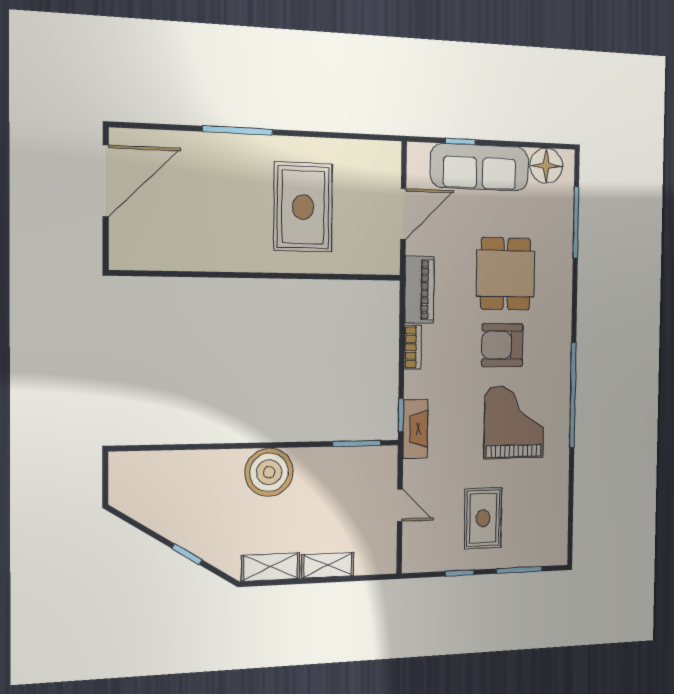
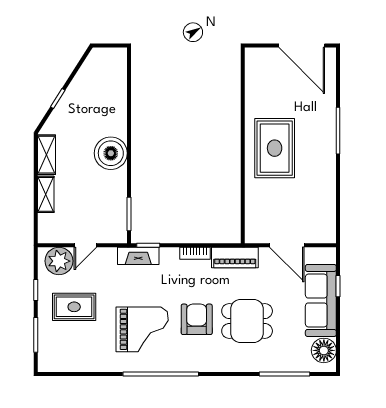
rug: (303, 207) -> (275, 148), moved, turned 90
plant: (421, 542) -> (59, 261), added

